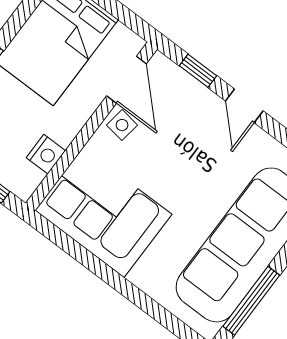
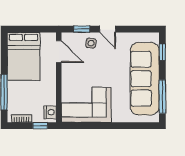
side table: (122, 125) -> (91, 43), moved
nightstand: (46, 154) -> (50, 112), moved

